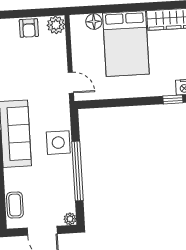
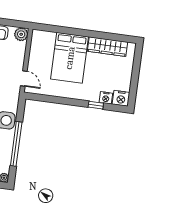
floor lamp: (94, 22) -> (49, 37), removed

